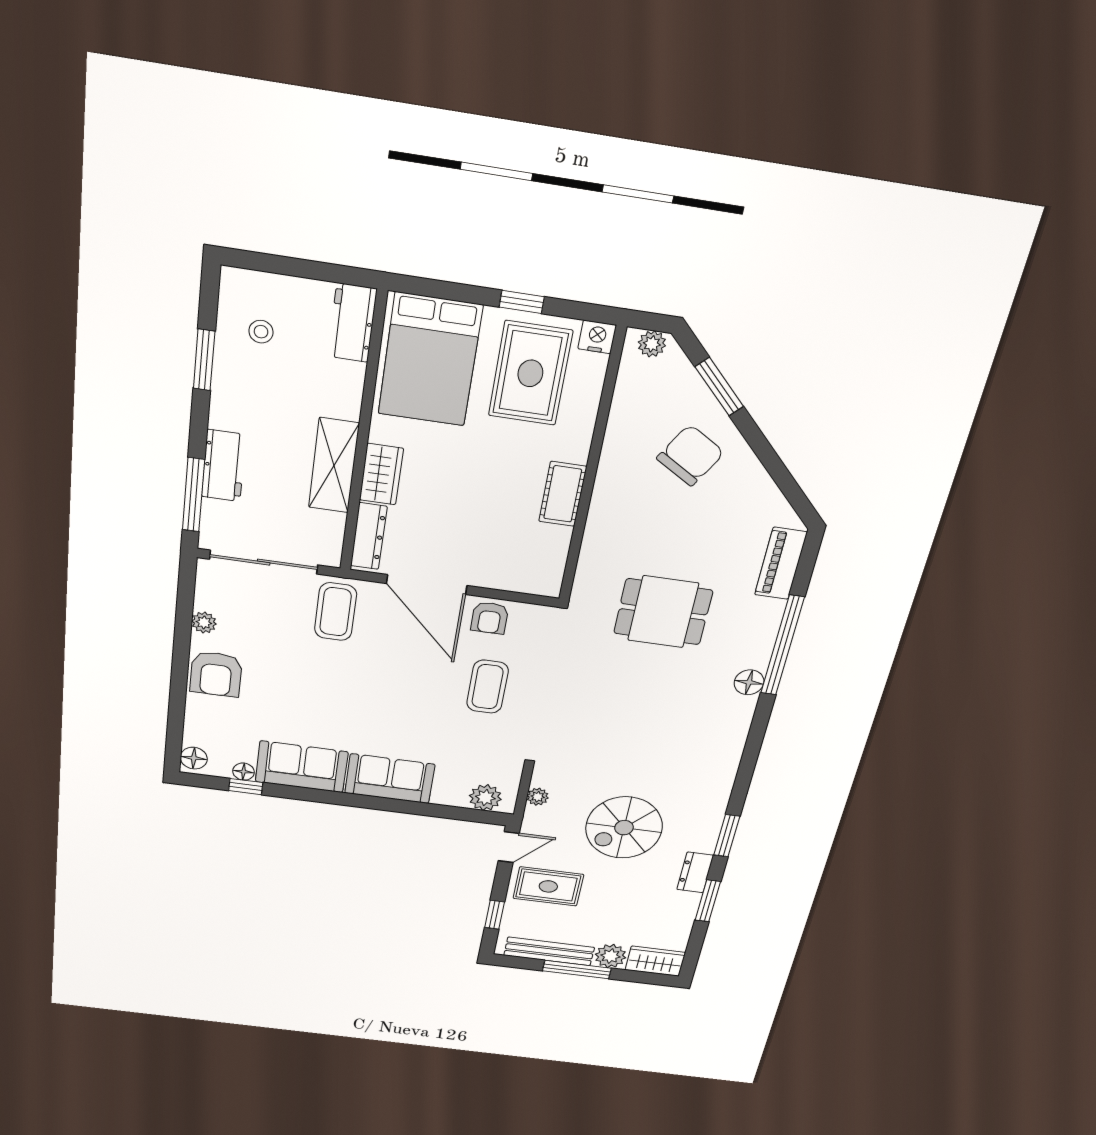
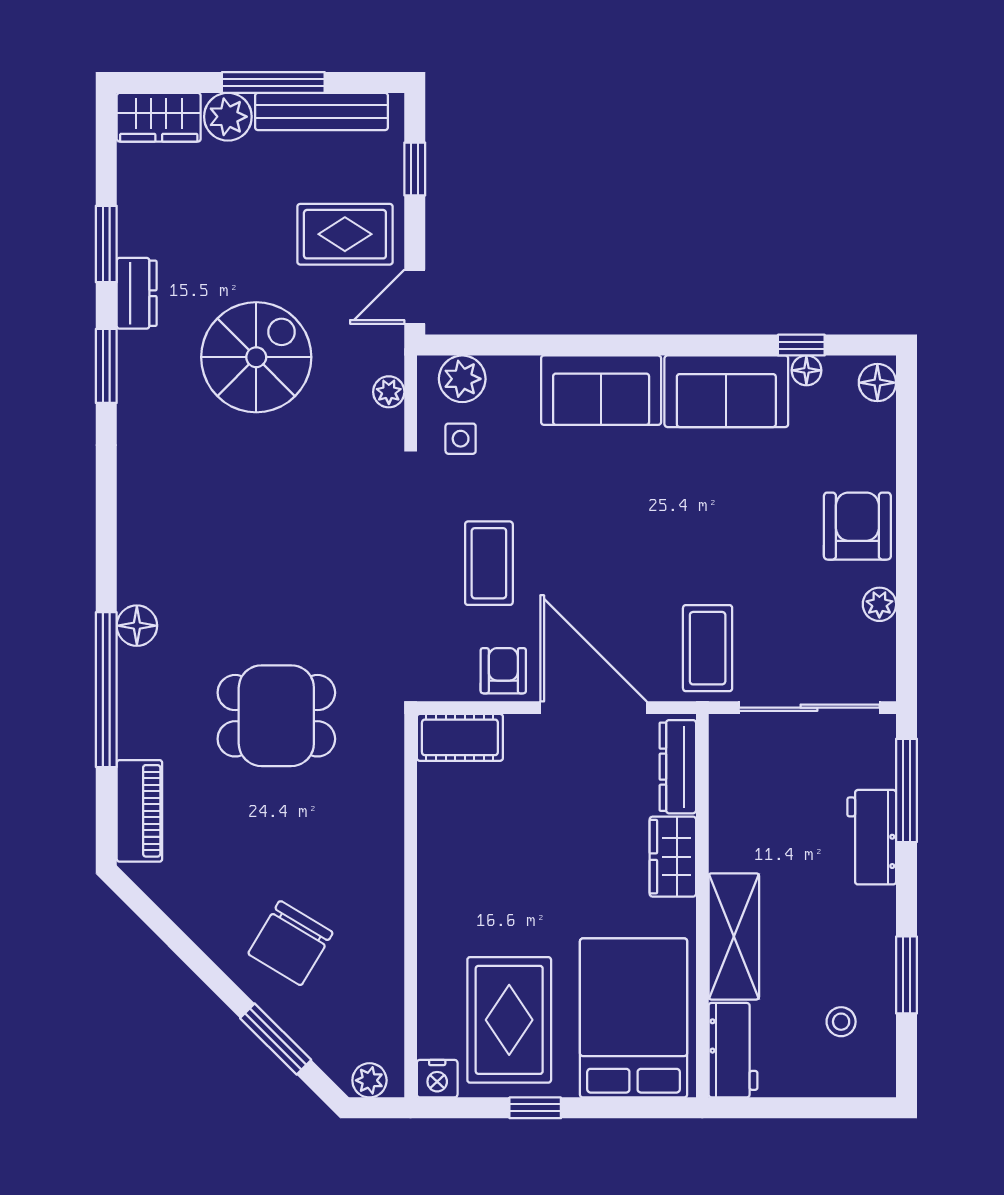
shelving: (334, 465) -> (734, 936), moved
cot: (563, 494) -> (460, 737), moved, turned 90
side table: (493, 763) -> (461, 439), added

